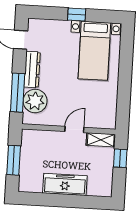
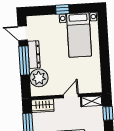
window: (18, 93) -> (24, 60), moved
wardrobe: (36, 138) -> (43, 106), added

